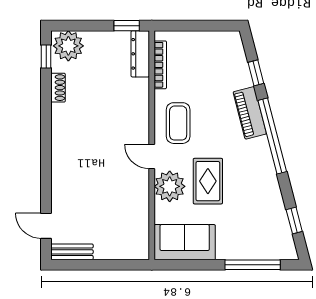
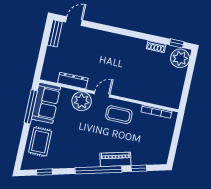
window: (127, 26) -> (185, 96), removed
dresser: (140, 54) -> (73, 81), moved
rug: (208, 181) -> (40, 142), moved, turned 90
window: (253, 265) -> (31, 107), moved

